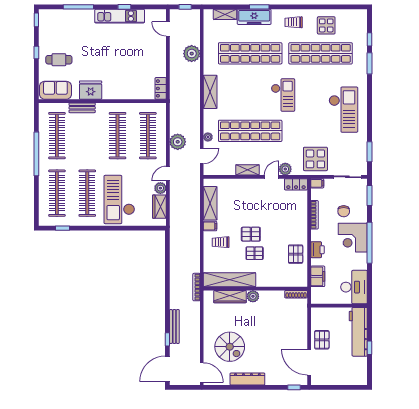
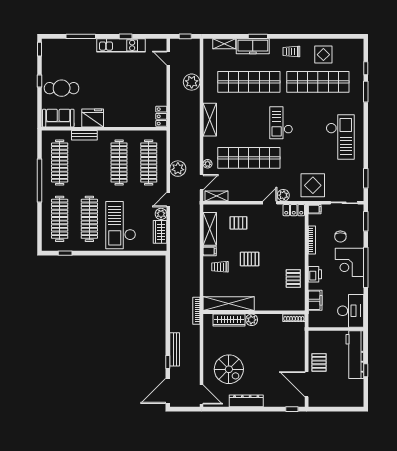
cafe table: (59, 60) -> (62, 88), width x1.37, depth x1.35
checkout: (283, 95) -> (281, 123), turned 180
shelving: (247, 170) -> (217, 196), moved
pallet: (255, 253) -> (238, 223), moved

